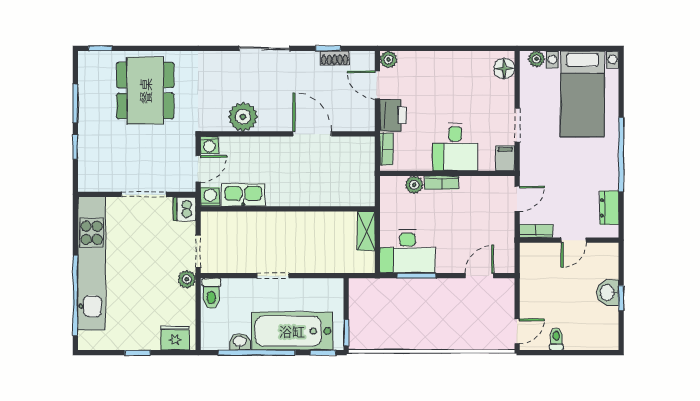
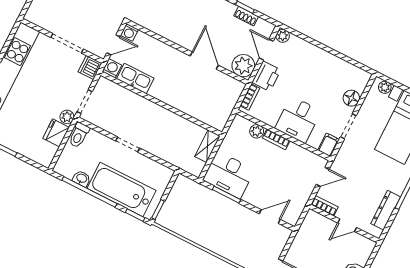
floor lamp: (504, 69) -> (351, 98), moved
plant: (243, 117) -> (243, 66), moved
dresser: (609, 208) -> (386, 210), width x1.44
fridge: (175, 338) -> (56, 133), moved, turned -90

